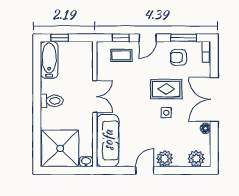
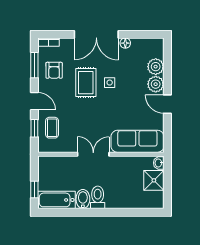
bidet: (50, 86) -> (83, 199), added
shower: (60, 148) -> (154, 180), width x0.54, depth x0.54
plant: (196, 159) -> (156, 67), moved

